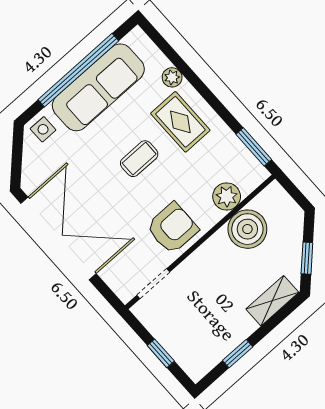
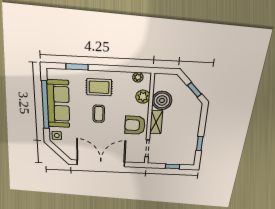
plant: (172, 77) -> (138, 77), moved
window: (254, 147) -> (77, 67), moved
armchair: (172, 228) -> (135, 125), turned -90
shelving: (272, 301) -> (156, 122), moved

